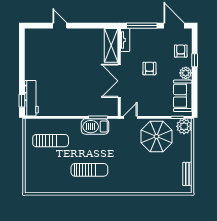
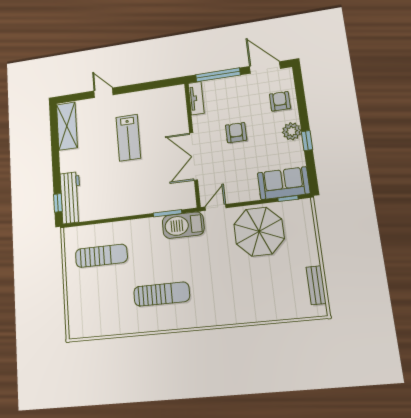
shelving: (111, 45) -> (67, 126), moved
window: (195, 60) -> (307, 141), moved
lab bench: (75, 61) -> (128, 138), added
sofa: (183, 96) -> (284, 183), moved, turned 90
plant: (184, 126) -> (300, 211), removed
barbecue: (95, 127) -> (183, 225), moved

